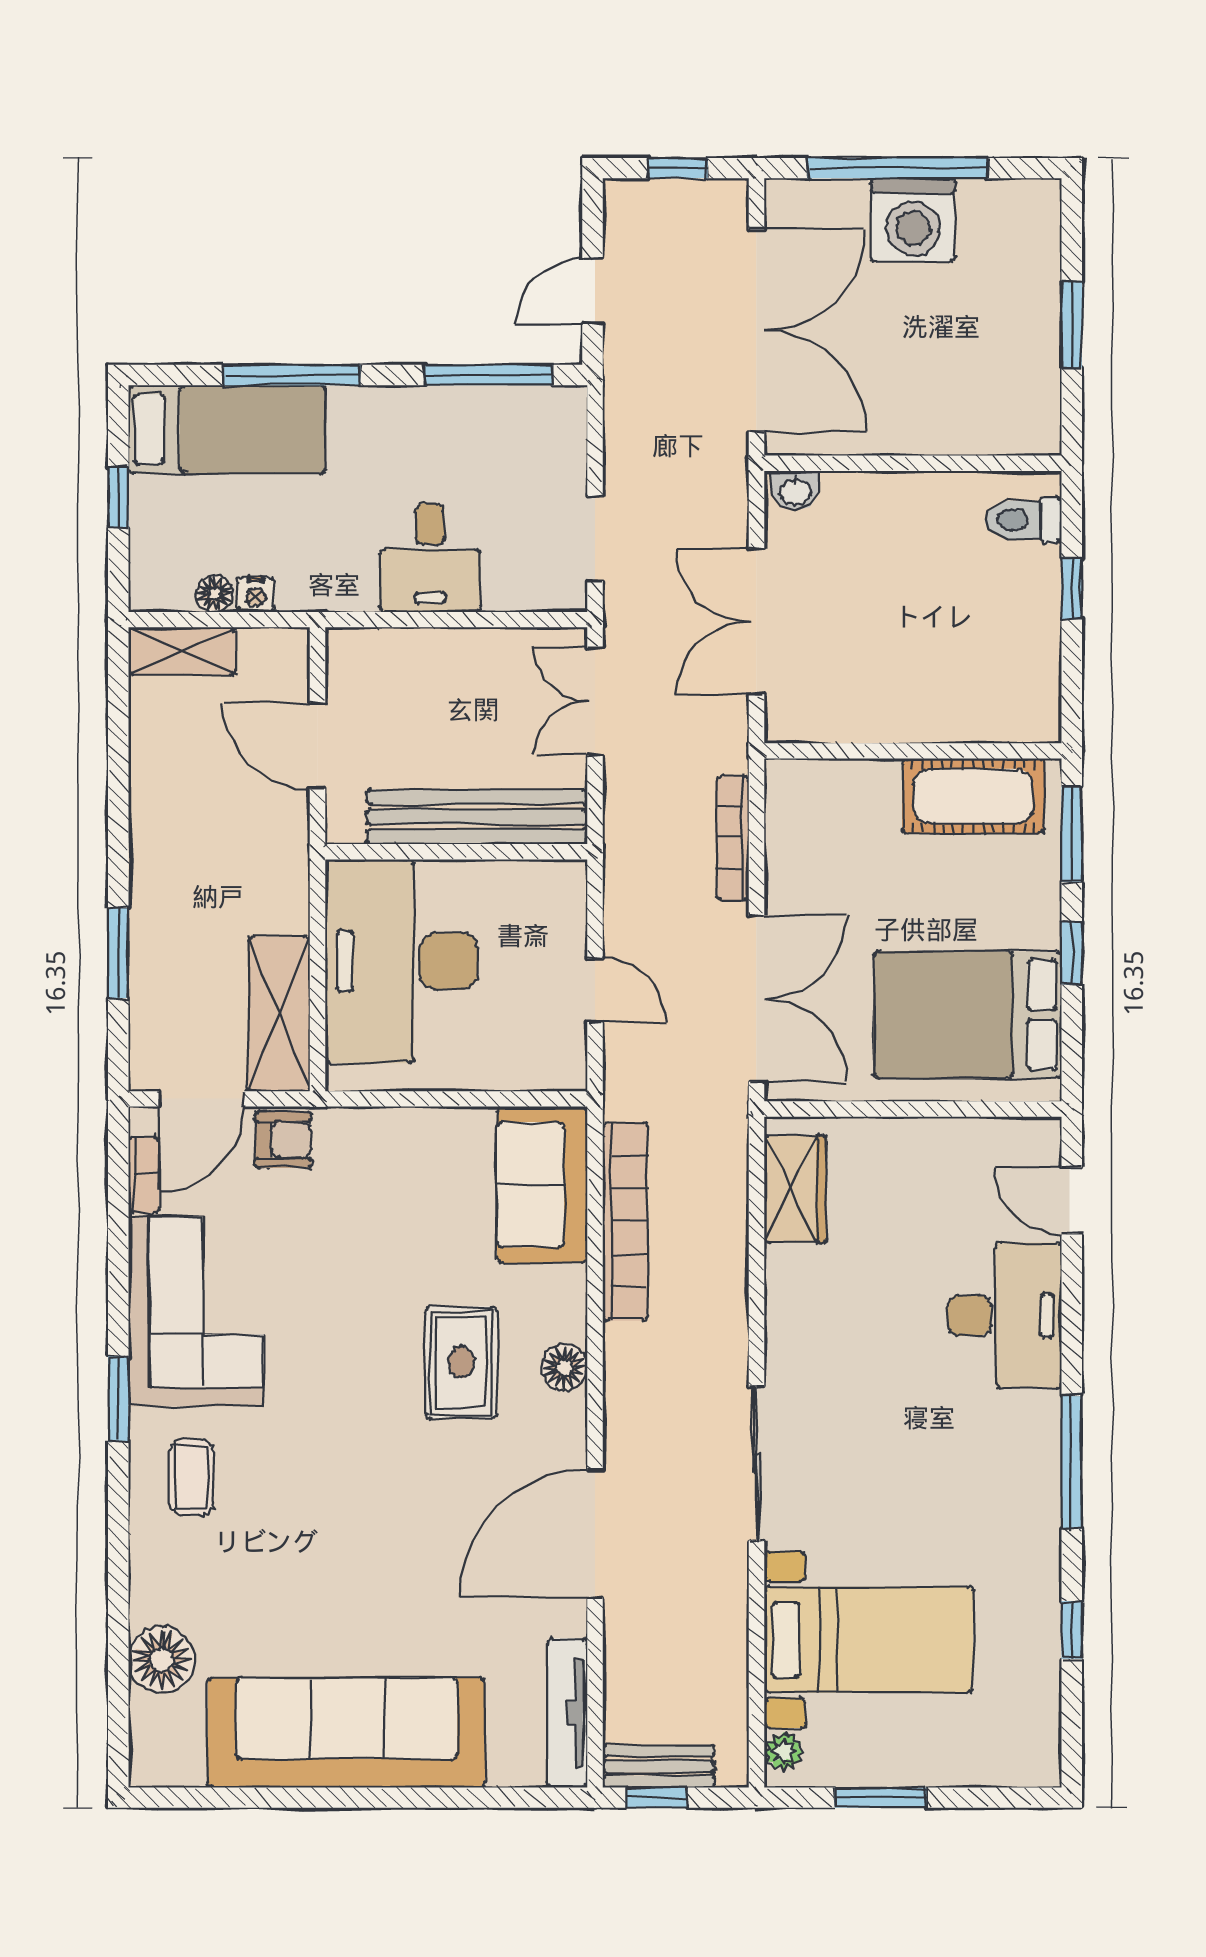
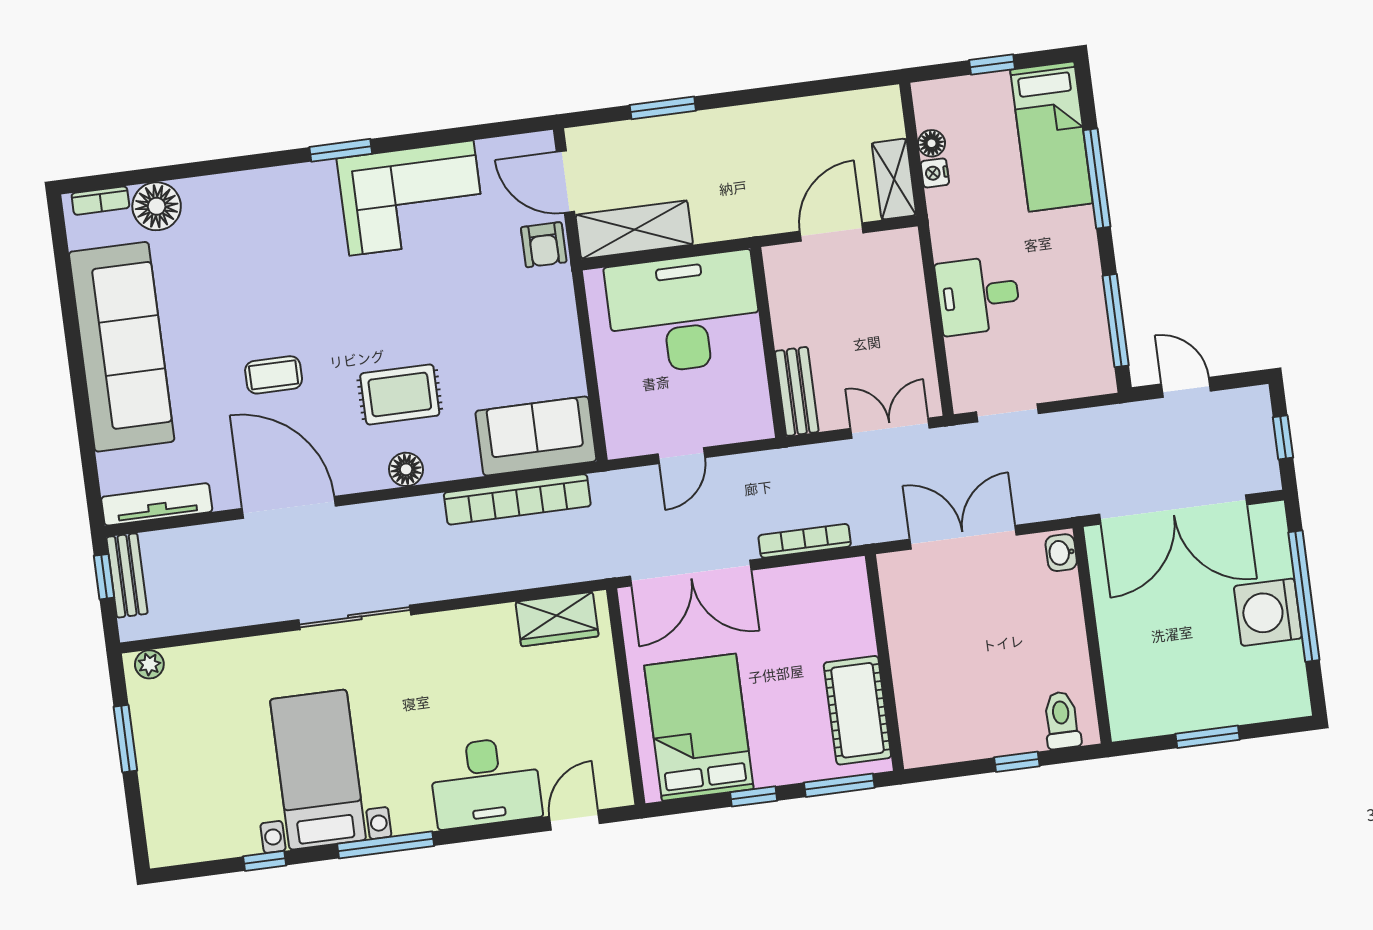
shelving: (182, 651) -> (894, 179), moved
bench: (477, 817) -> (797, 391), width x0.54, depth x0.82
bookcase: (144, 1174) -> (100, 201), moved
coffee table: (191, 1477) -> (274, 375), moved
bed with nightstands: (868, 1640) -> (318, 770), moved, turned 180

